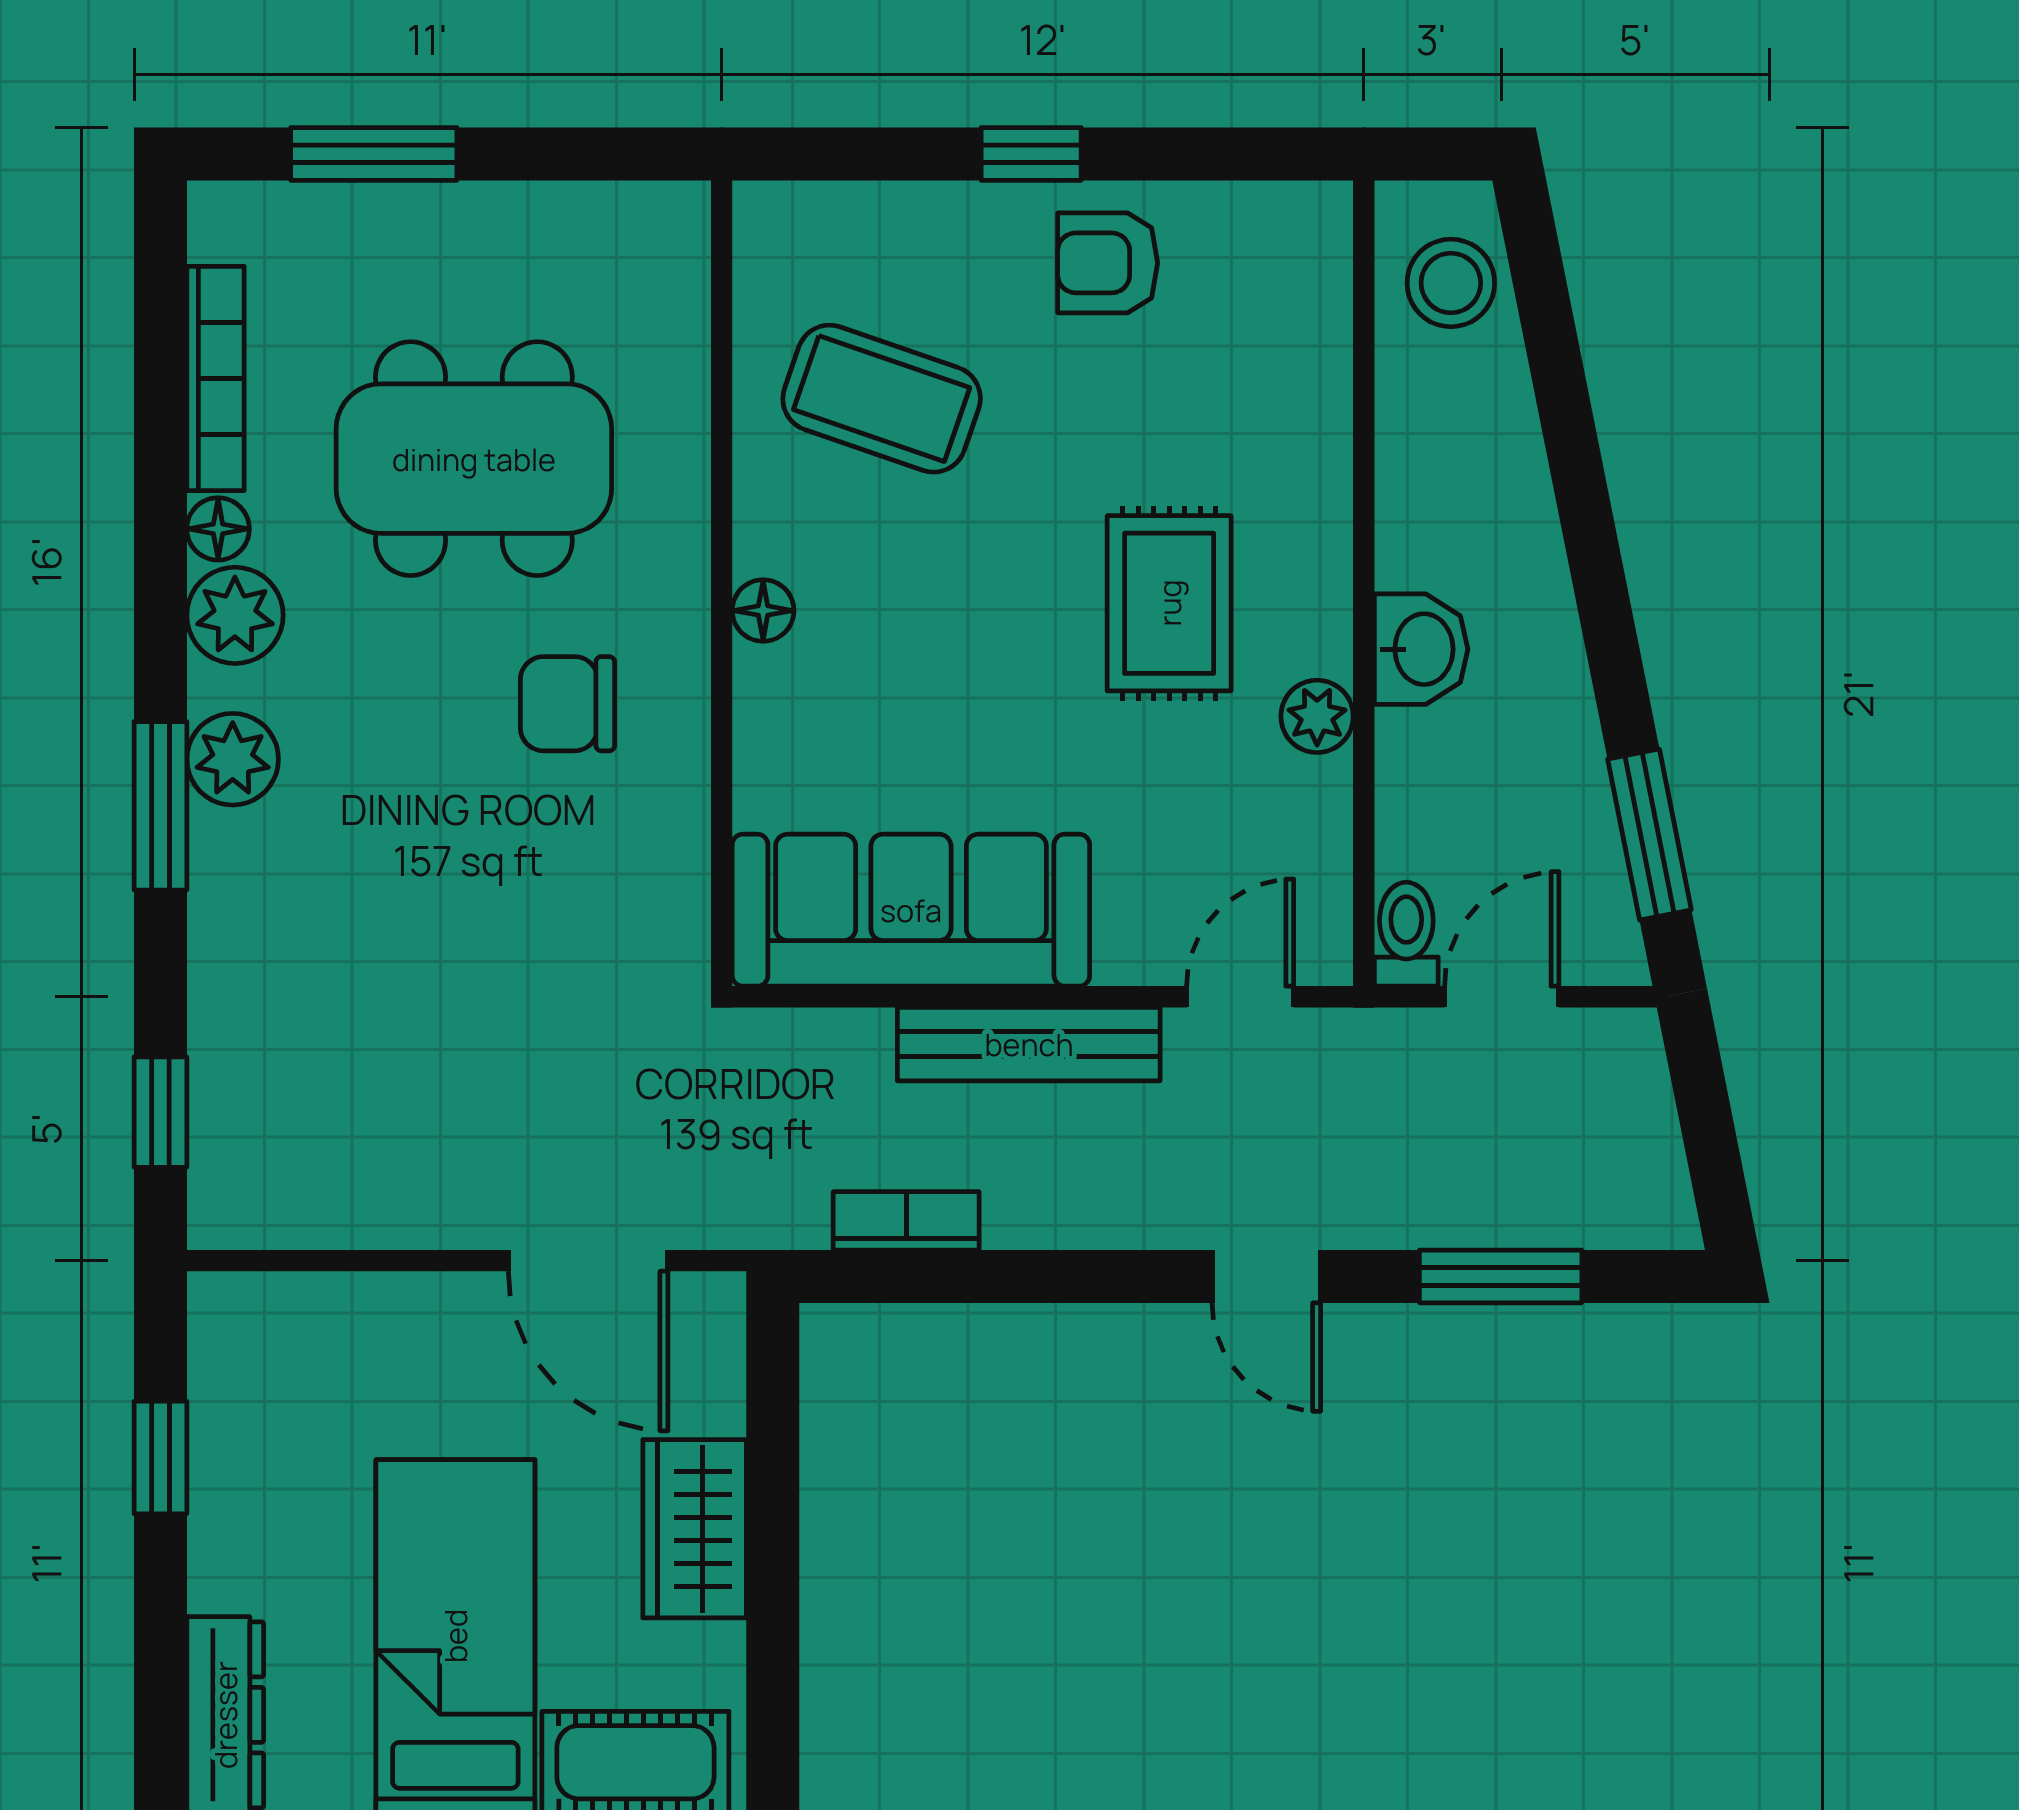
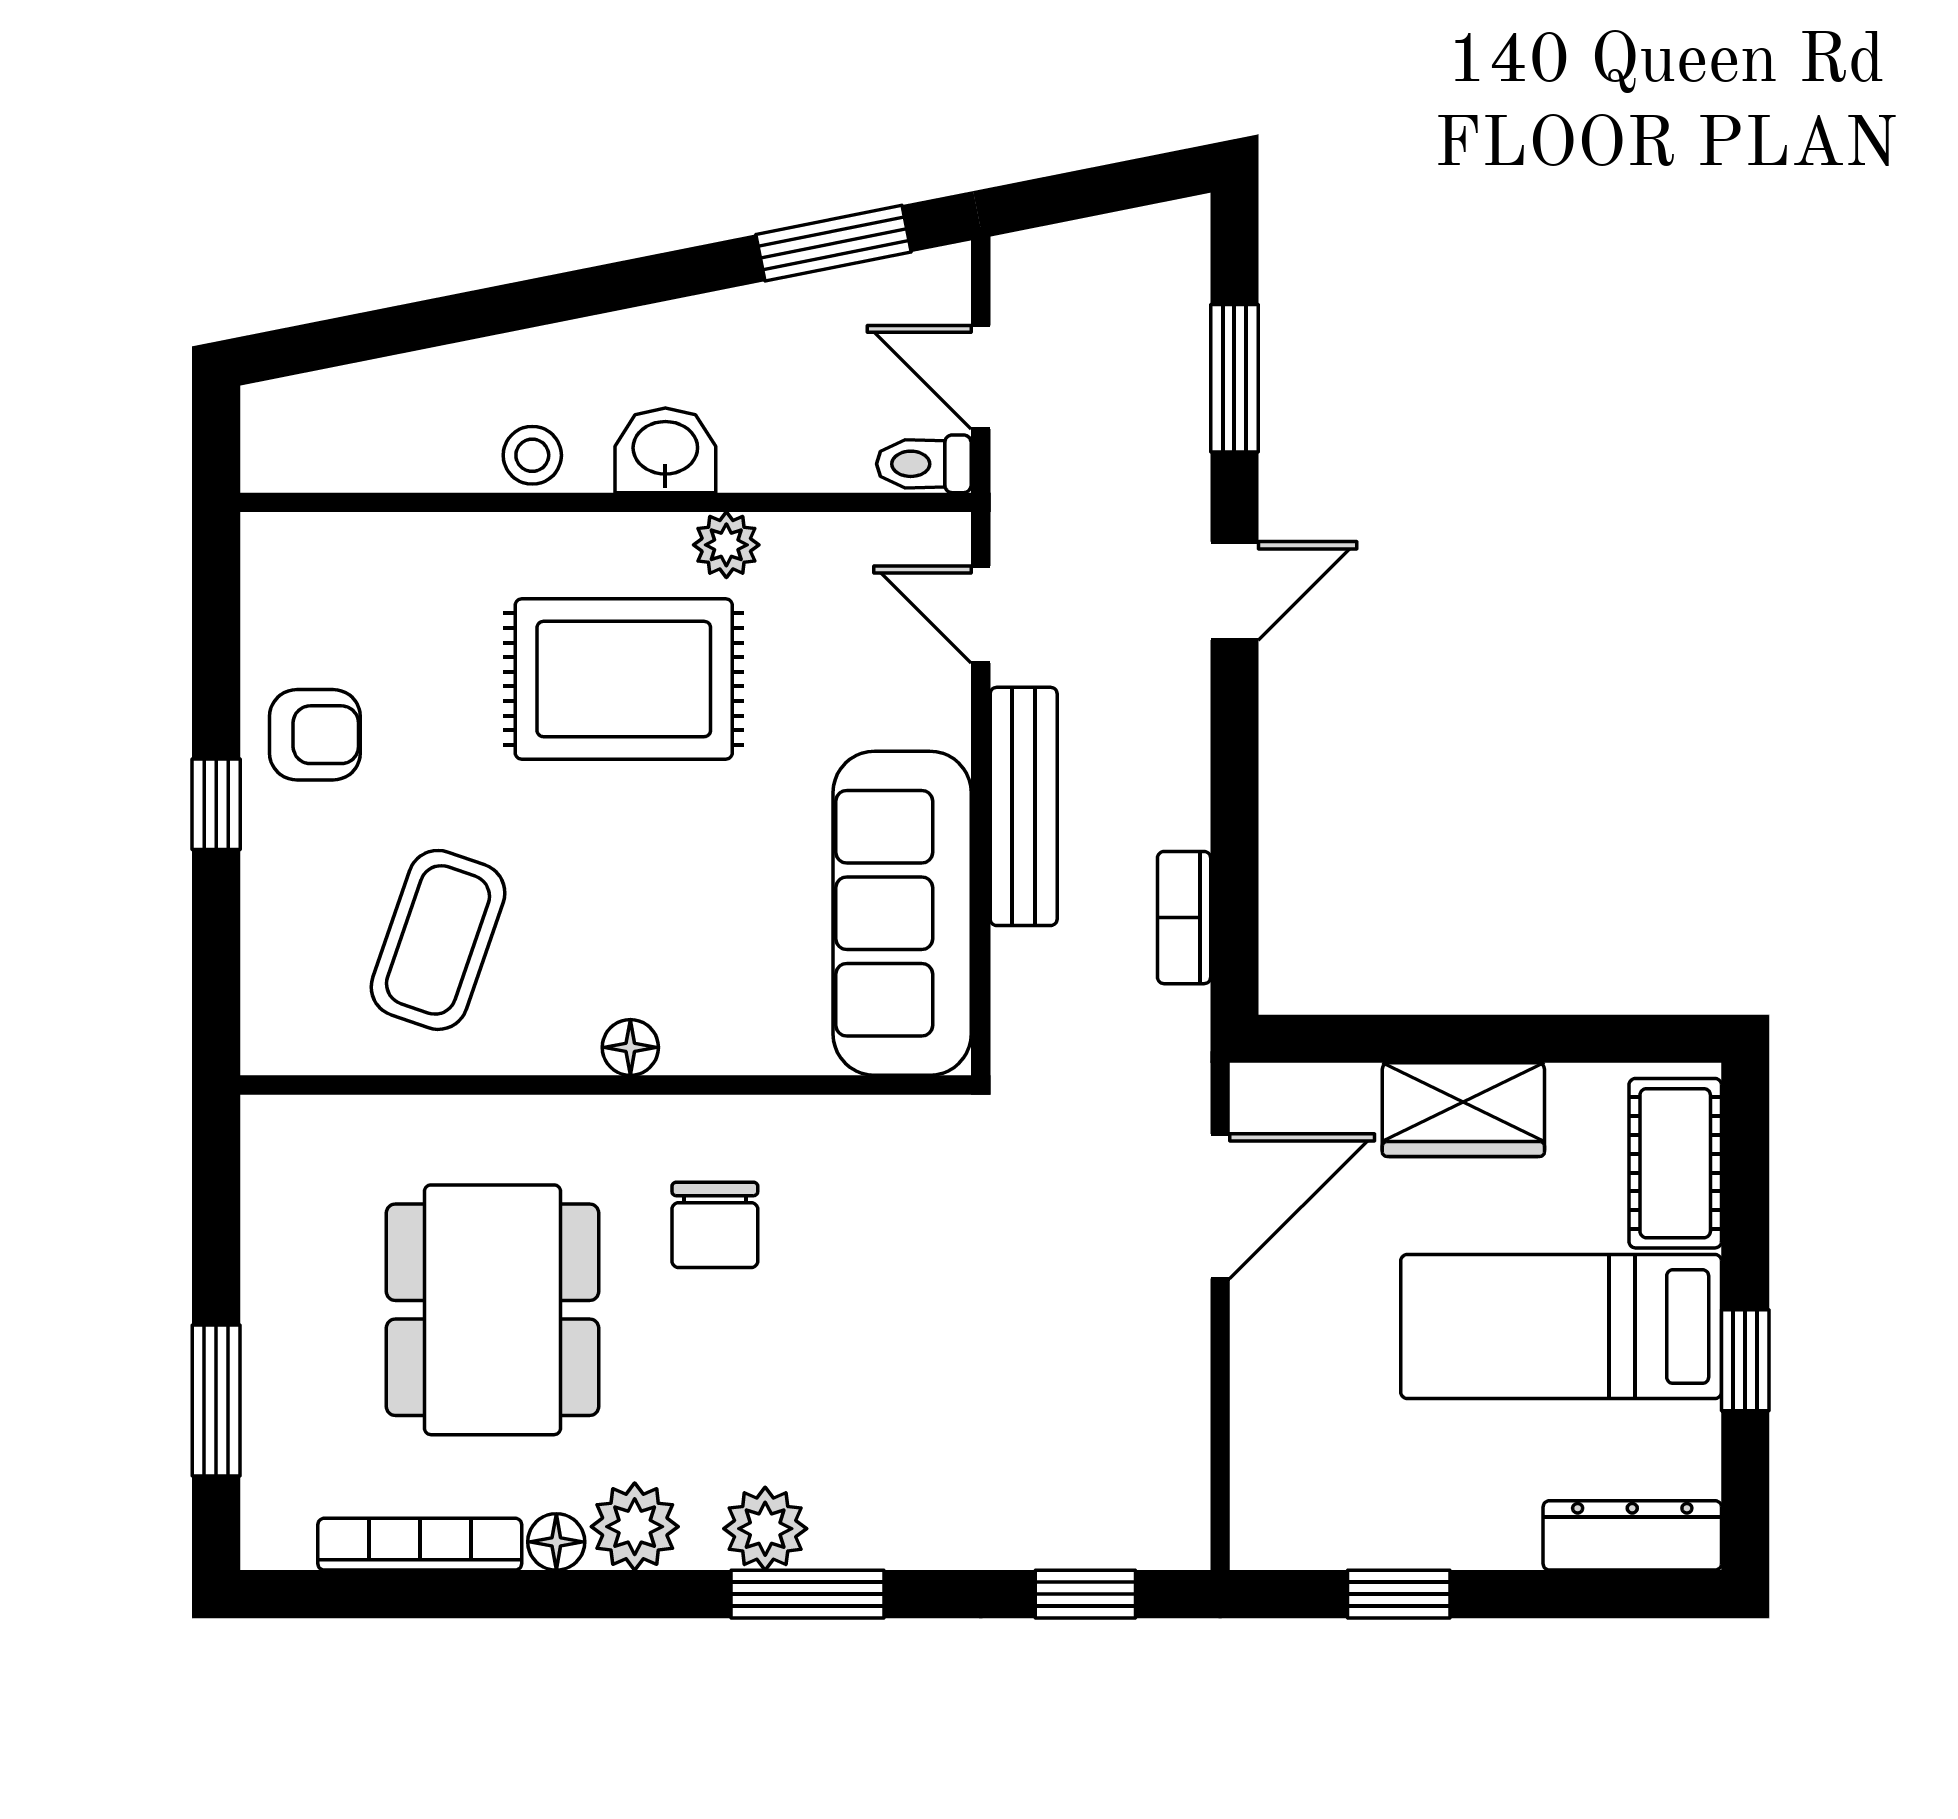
armchair: (1108, 263) -> (315, 735), turned -90
stool: (1451, 283) -> (532, 455), moved, width x0.73, depth x0.73
rug: (1169, 603) -> (624, 679), width x1.36, depth x1.43

